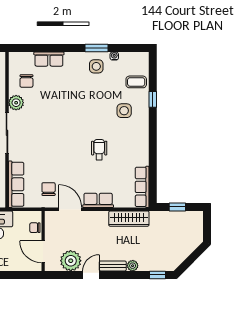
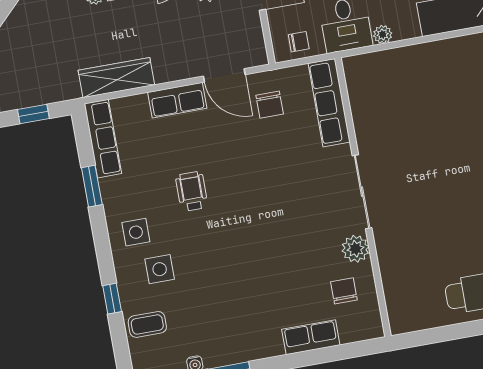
side table: (96, 66) -> (136, 232), moved
wheelchair: (99, 150) -> (192, 191), turned 180
window: (153, 162) -> (92, 186), added
chair: (35, 228) -> (299, 42), moved

